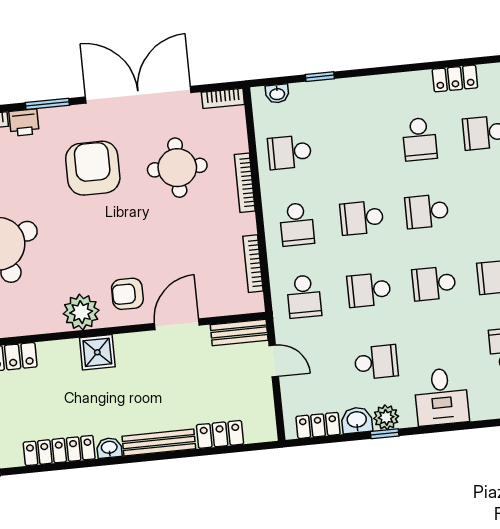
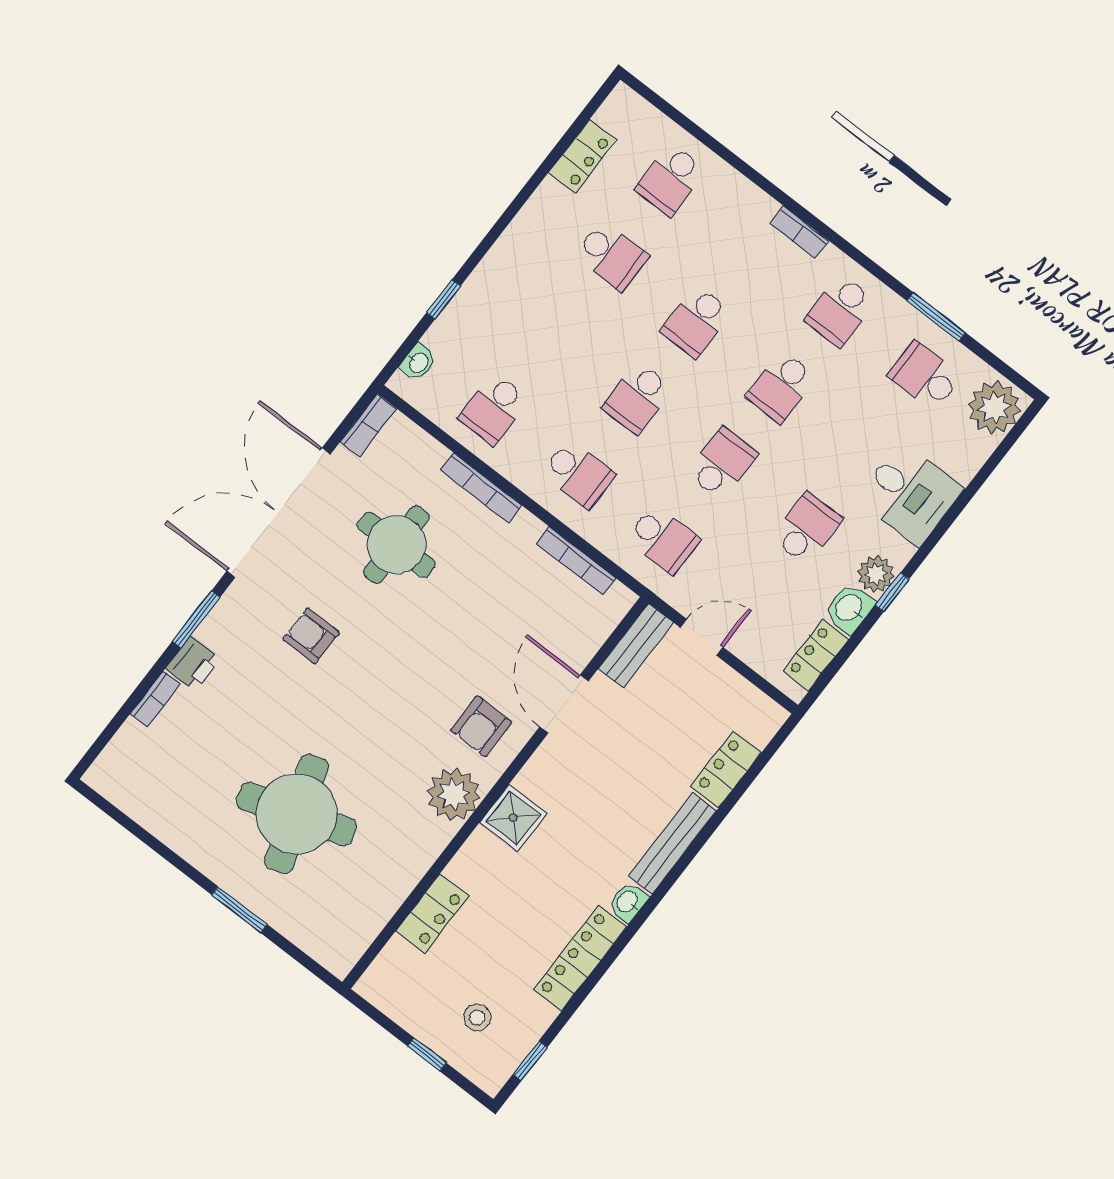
armchair: (93, 168) -> (311, 636), width x0.53, depth x0.53
school desk: (369, 290) -> (722, 463), turned 180

